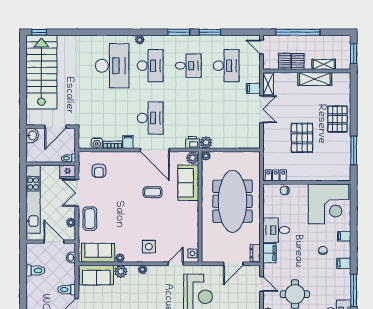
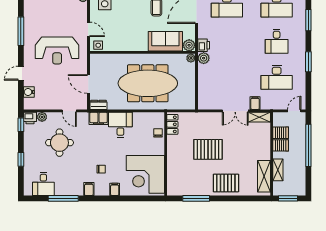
window: (179, 32) -> (308, 20), moved
shelving: (315, 79) -> (264, 176), moved
door: (262, 284) -> (69, 111), hinge flipped

